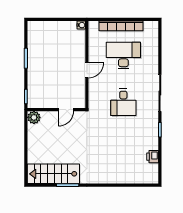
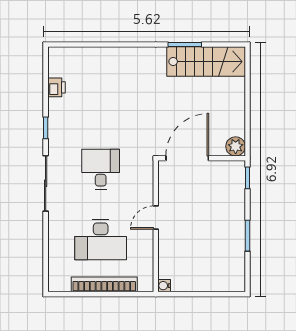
door: (66, 110) -> (187, 158), width x1.88

